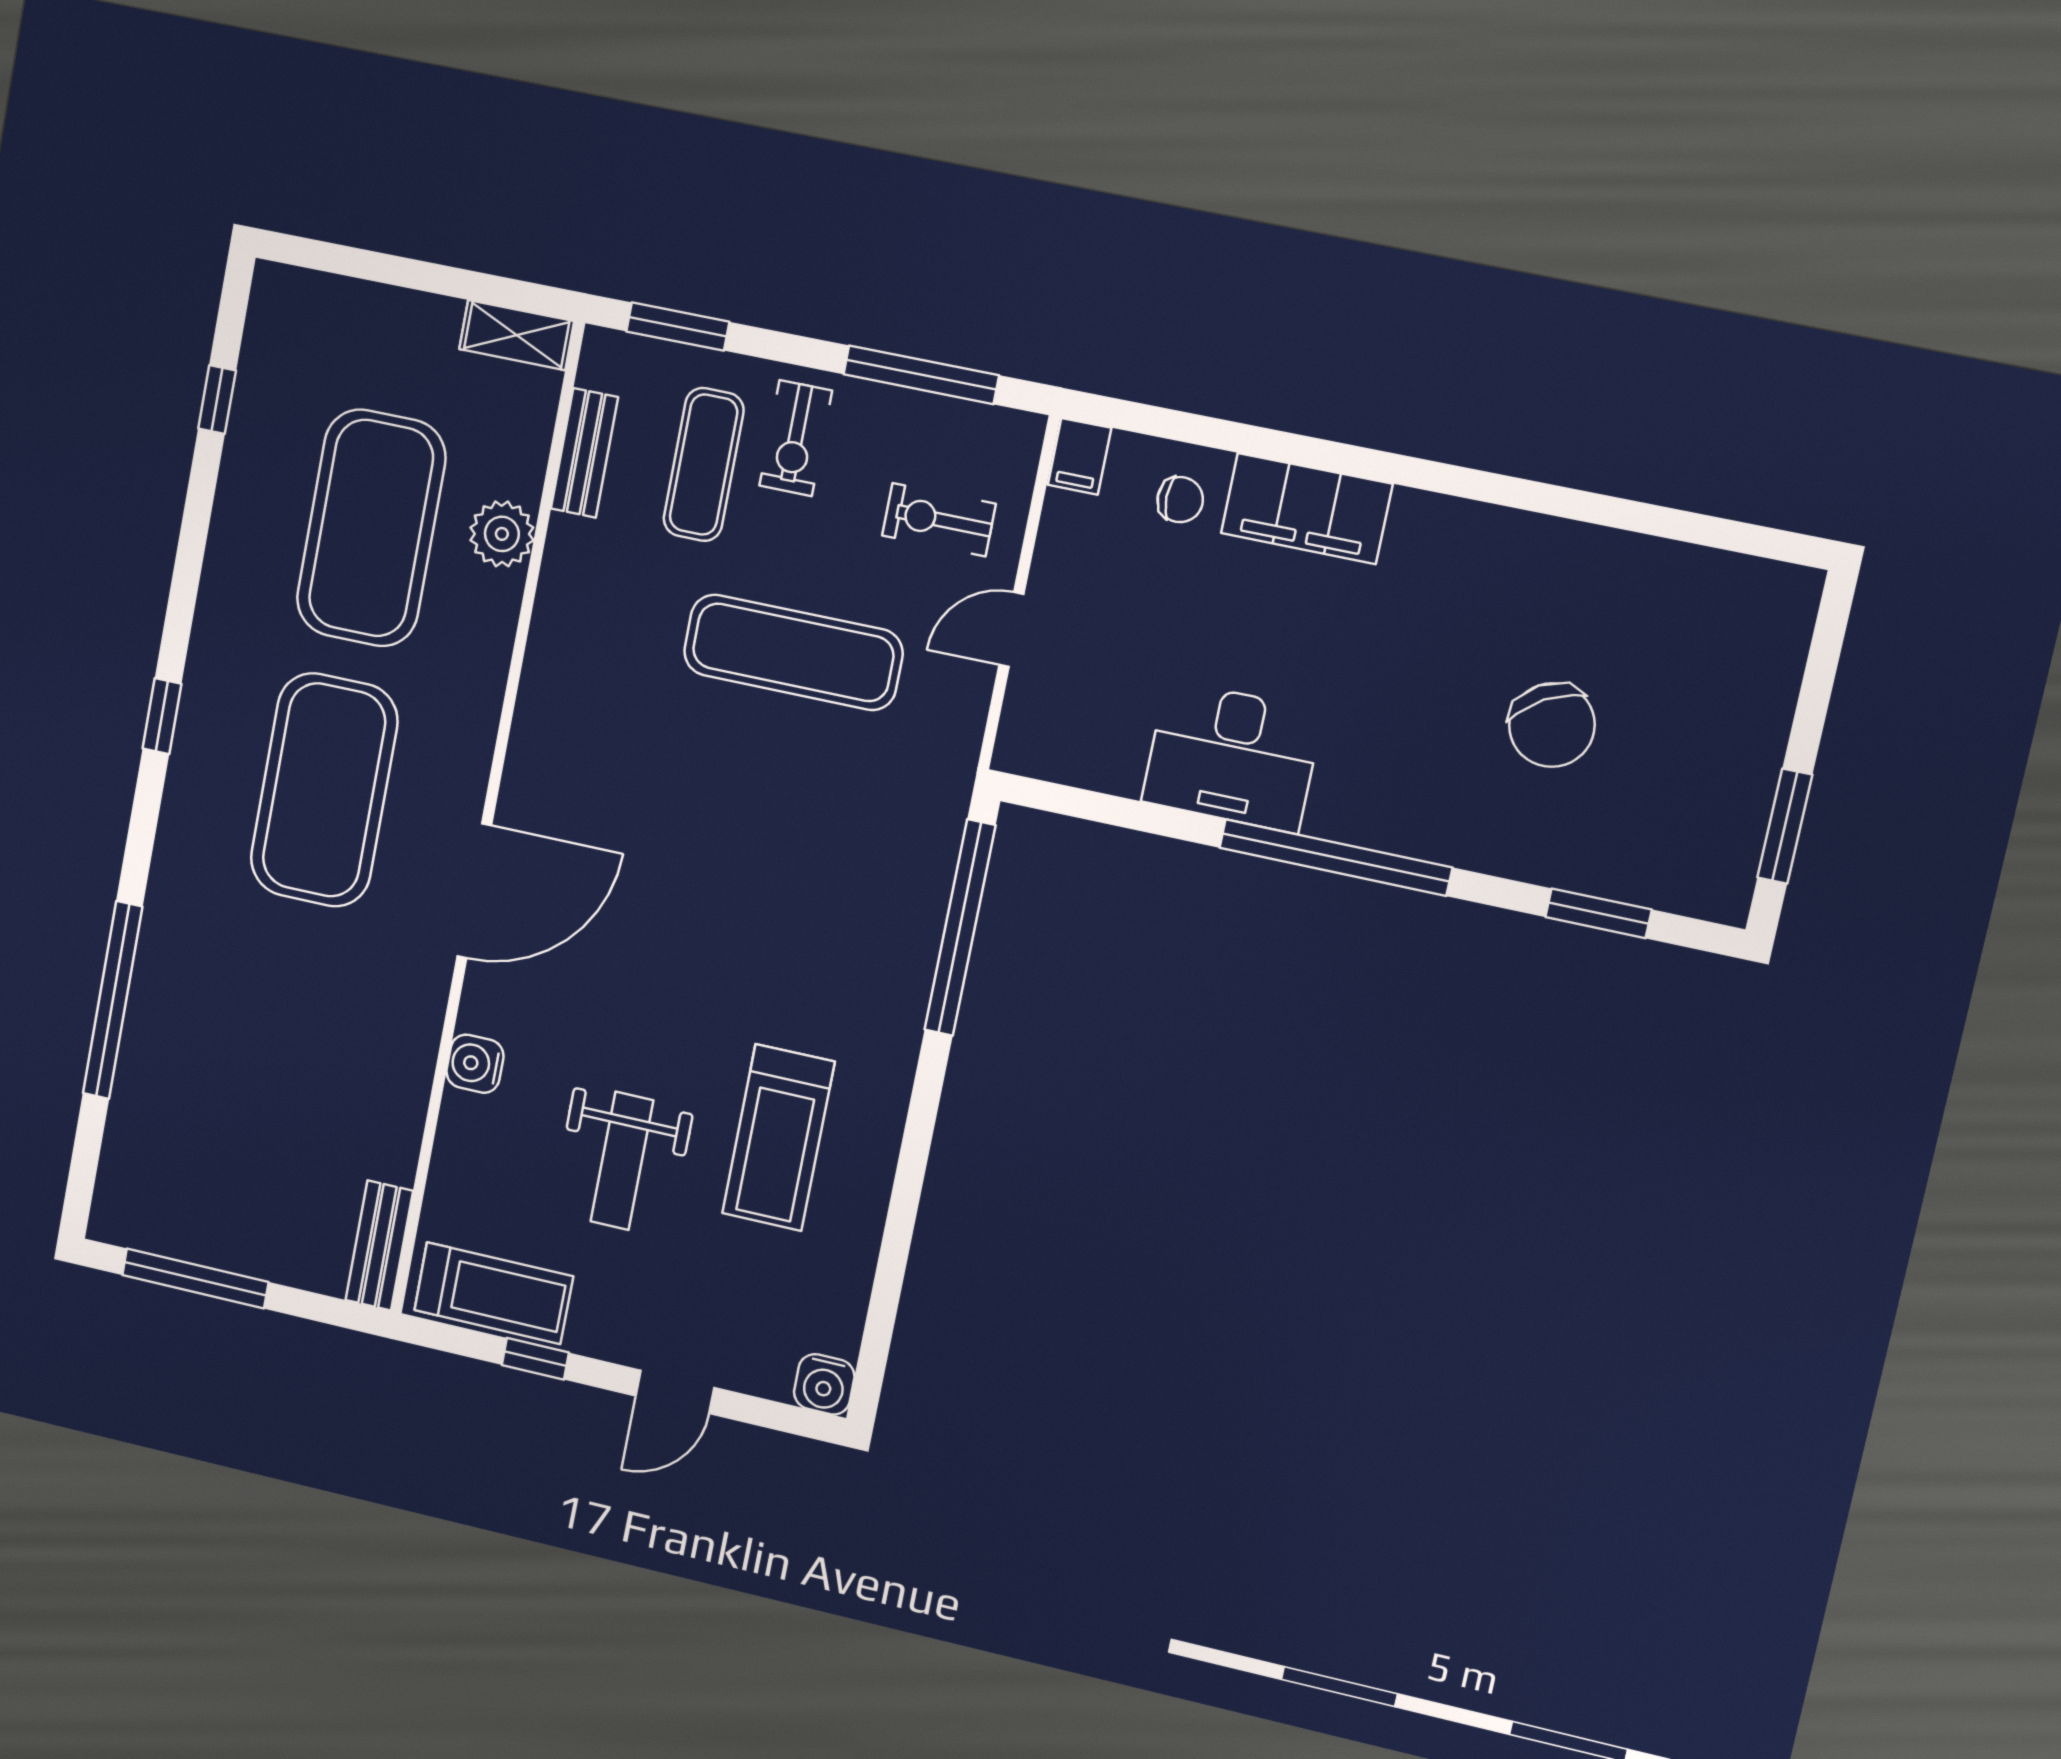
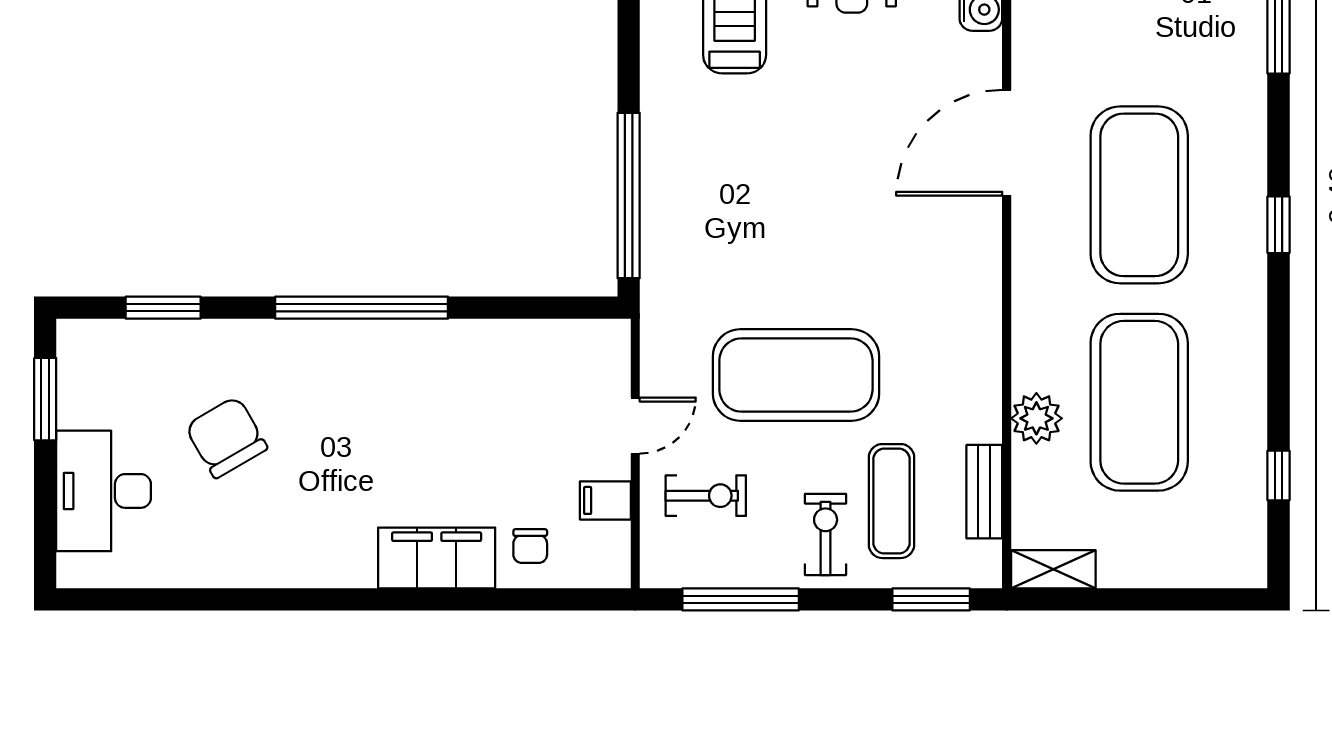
filing cabinet: (1080, 456) -> (605, 500), moved, turned -90
chair: (1180, 500) -> (530, 546), turned -90
exercise mat: (793, 652) -> (796, 375), width x1.47
desk: (1232, 756) -> (104, 491), moved, turned -90

